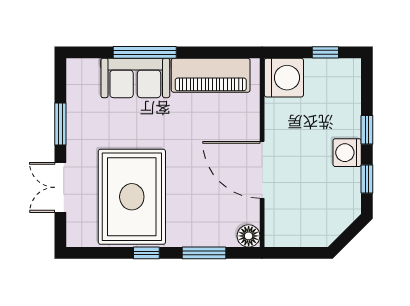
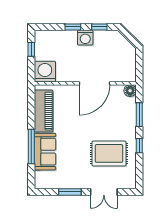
rug: (132, 197) -> (109, 153), width x0.73, depth x0.69

